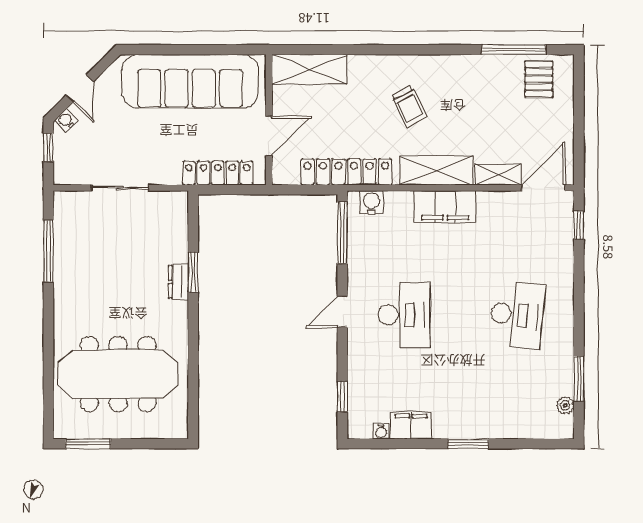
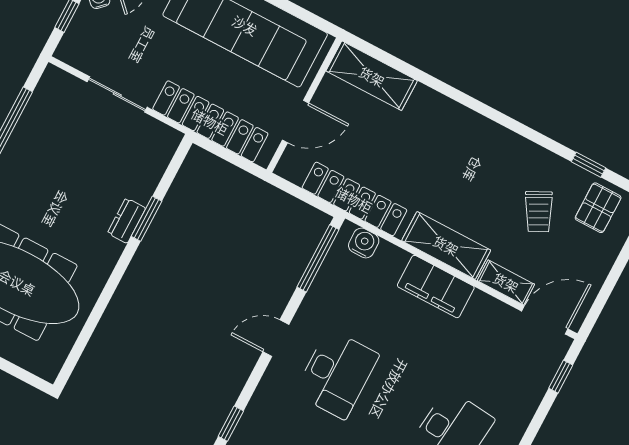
window: (514, 50) -> (589, 165), width x0.46
trolley: (409, 106) -> (539, 212), moved
locker: (218, 173) -> (210, 121), width x1.41, depth x1.21

